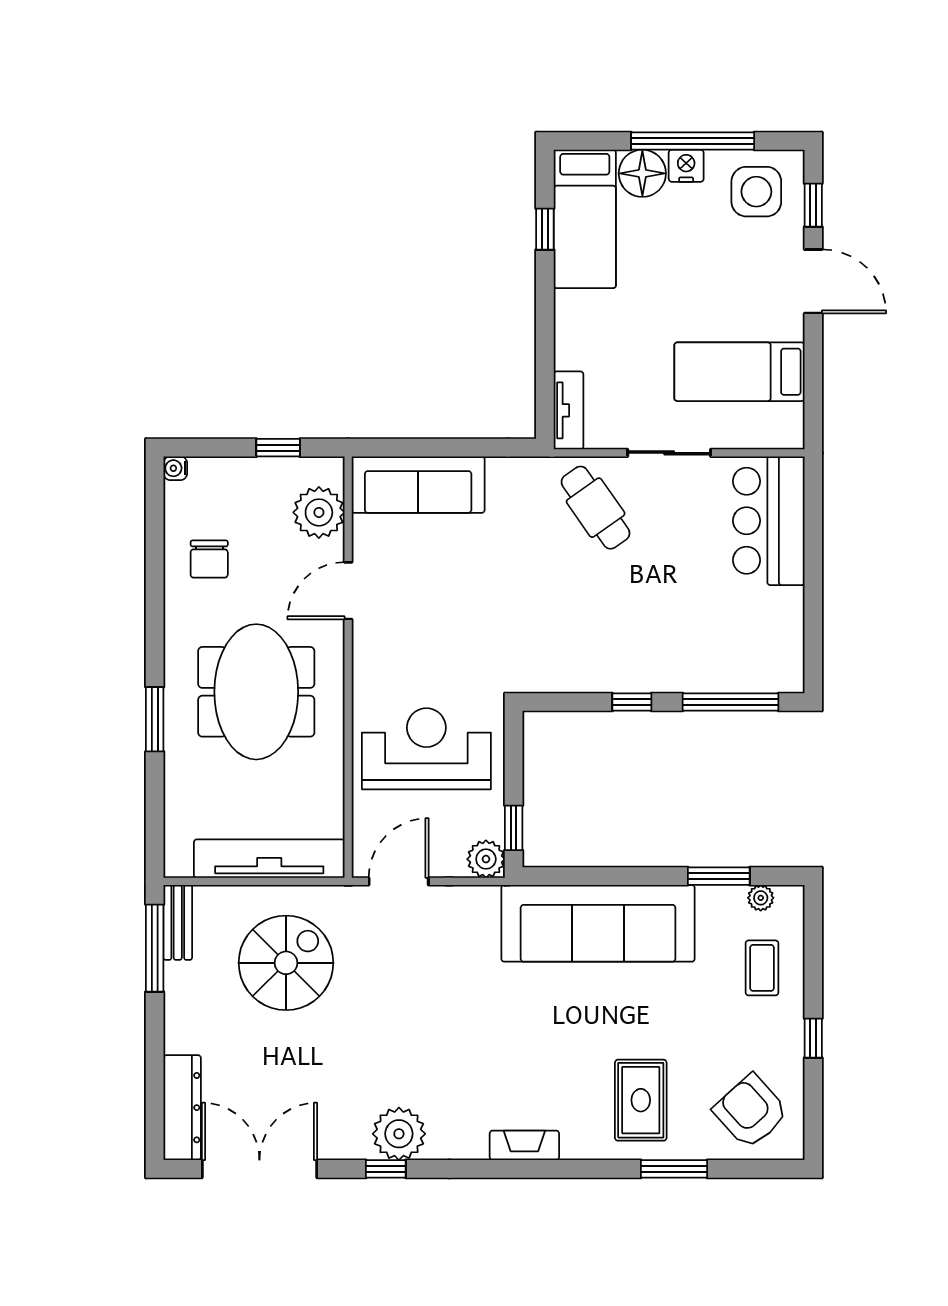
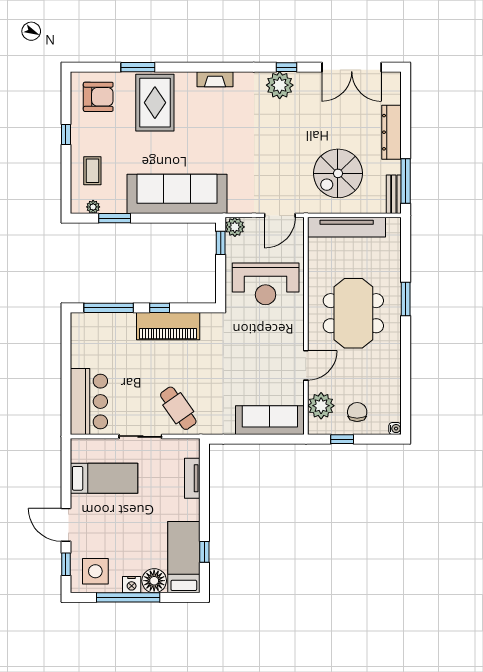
tv unit: (569, 410) -> (192, 478), moved
chair: (209, 559) -> (357, 412), moved
piano: (615, 667) -> (168, 326), added
rug: (641, 1100) -> (155, 103), width x1.36, depth x1.43
dresser: (182, 1108) -> (392, 132), moved
armchair: (751, 1111) -> (98, 97), turned -48

